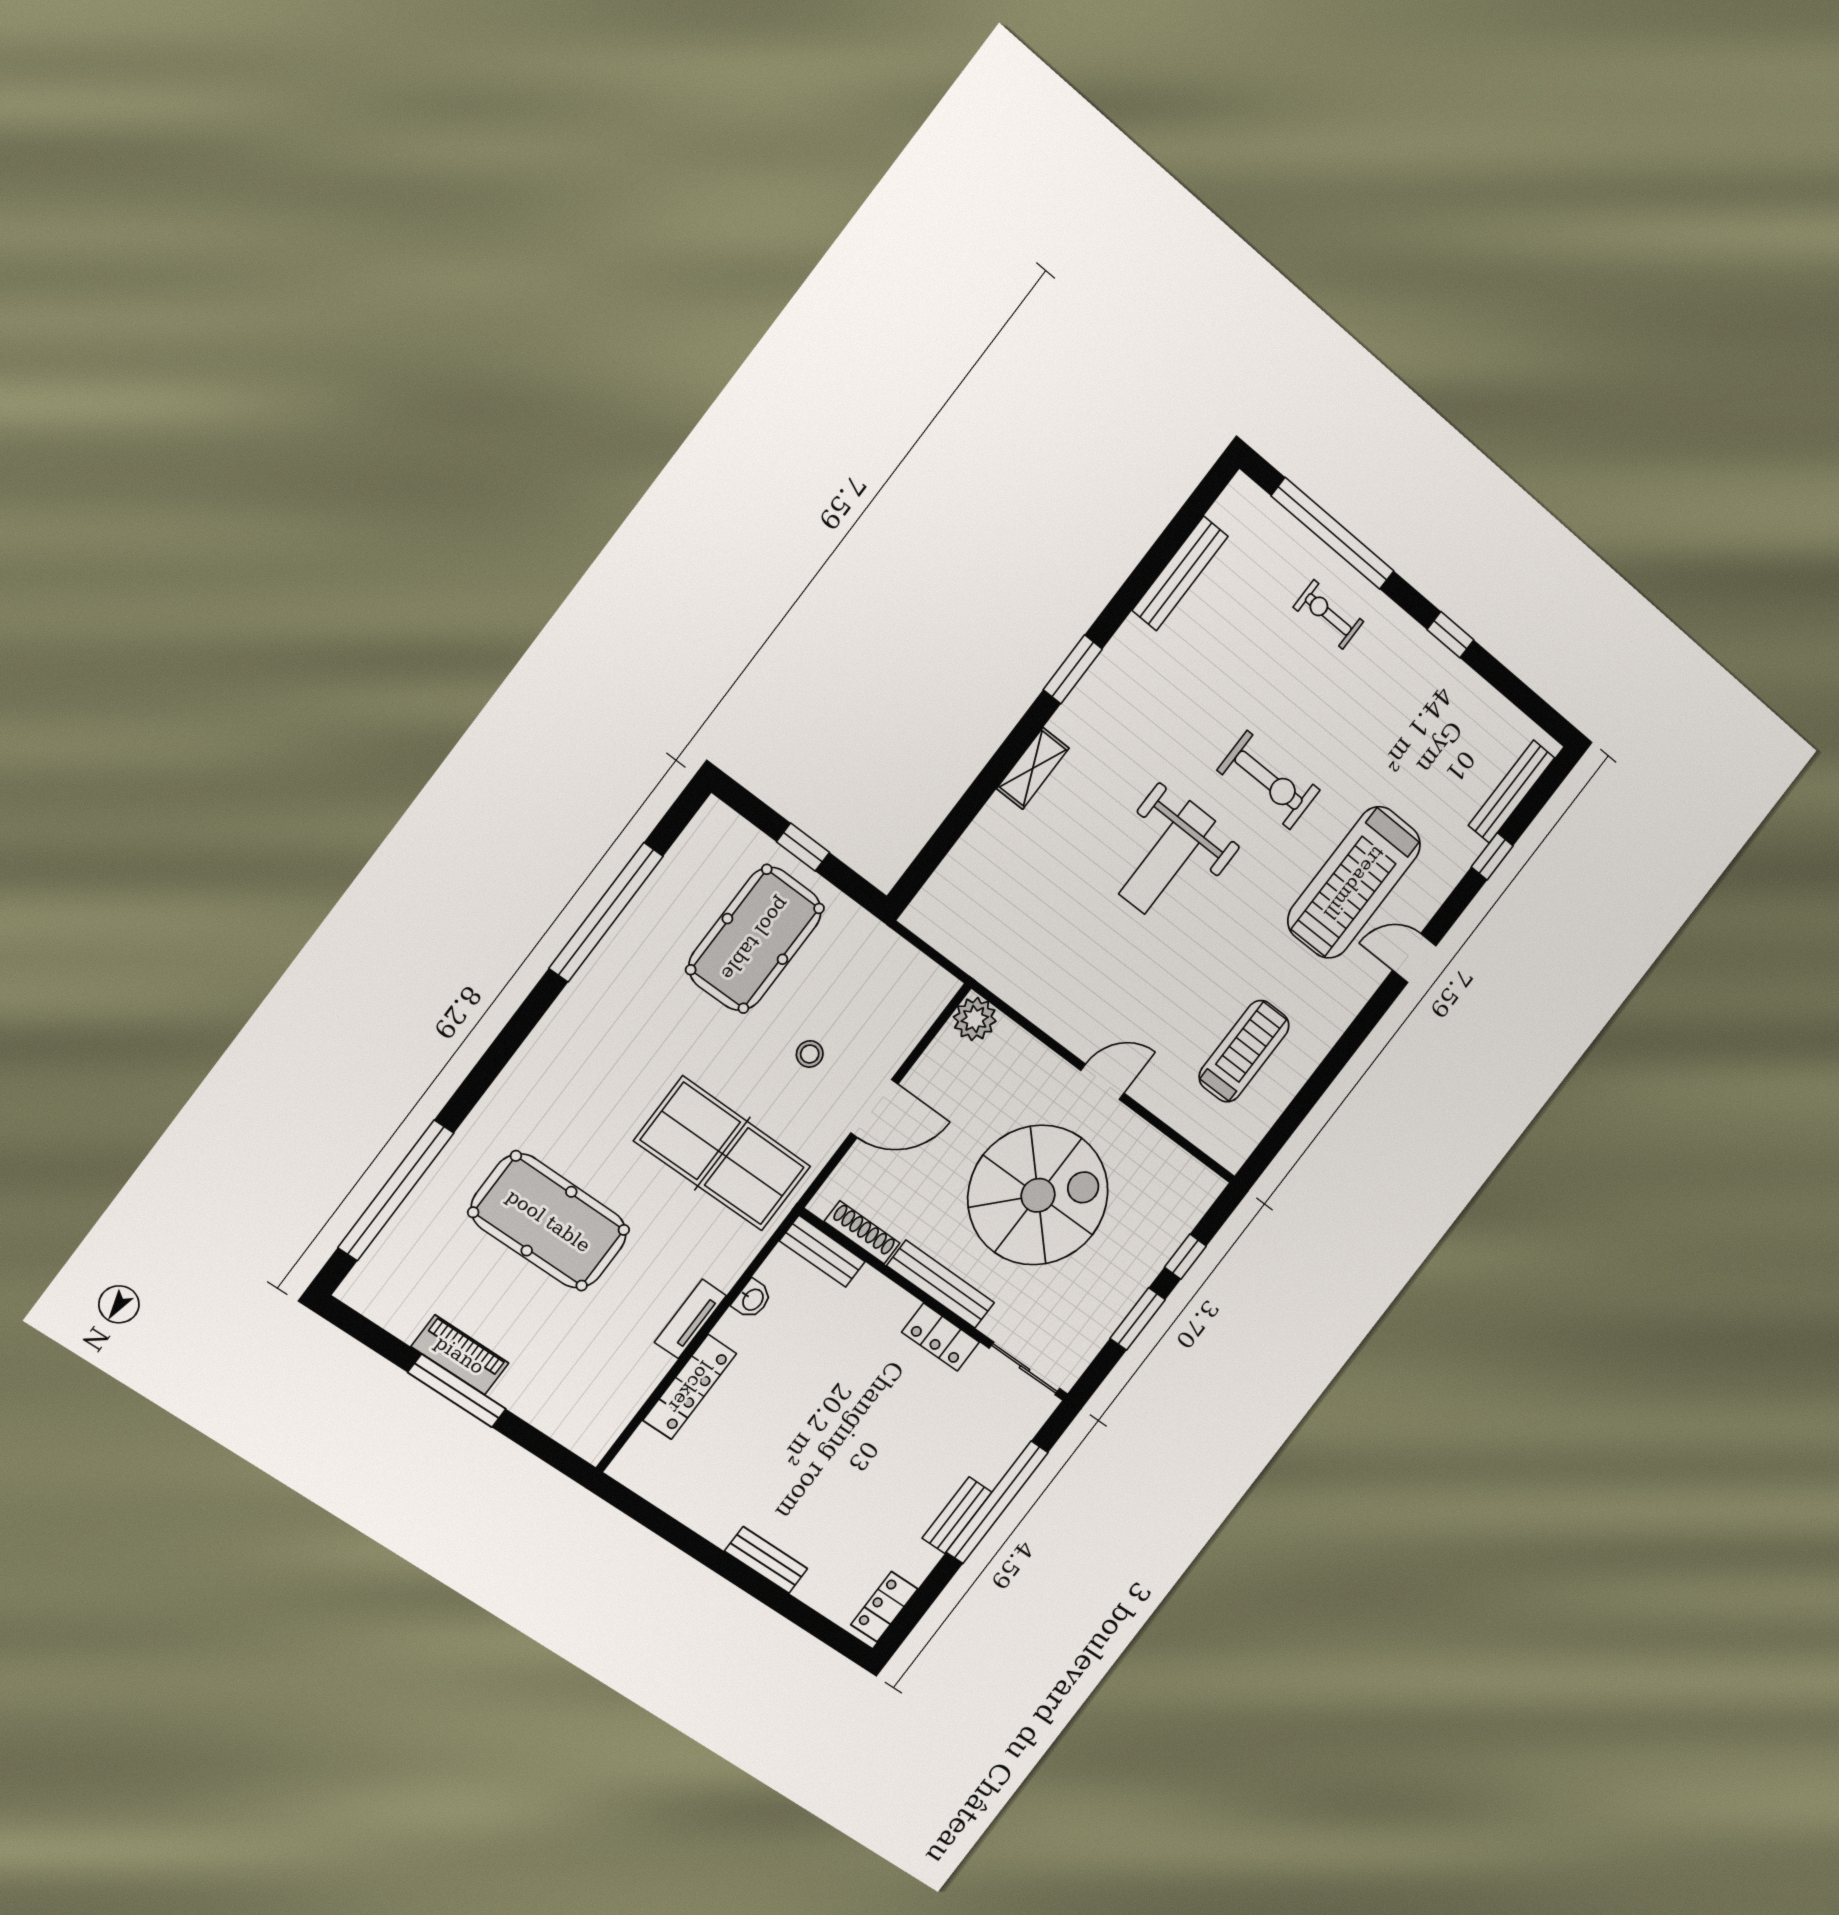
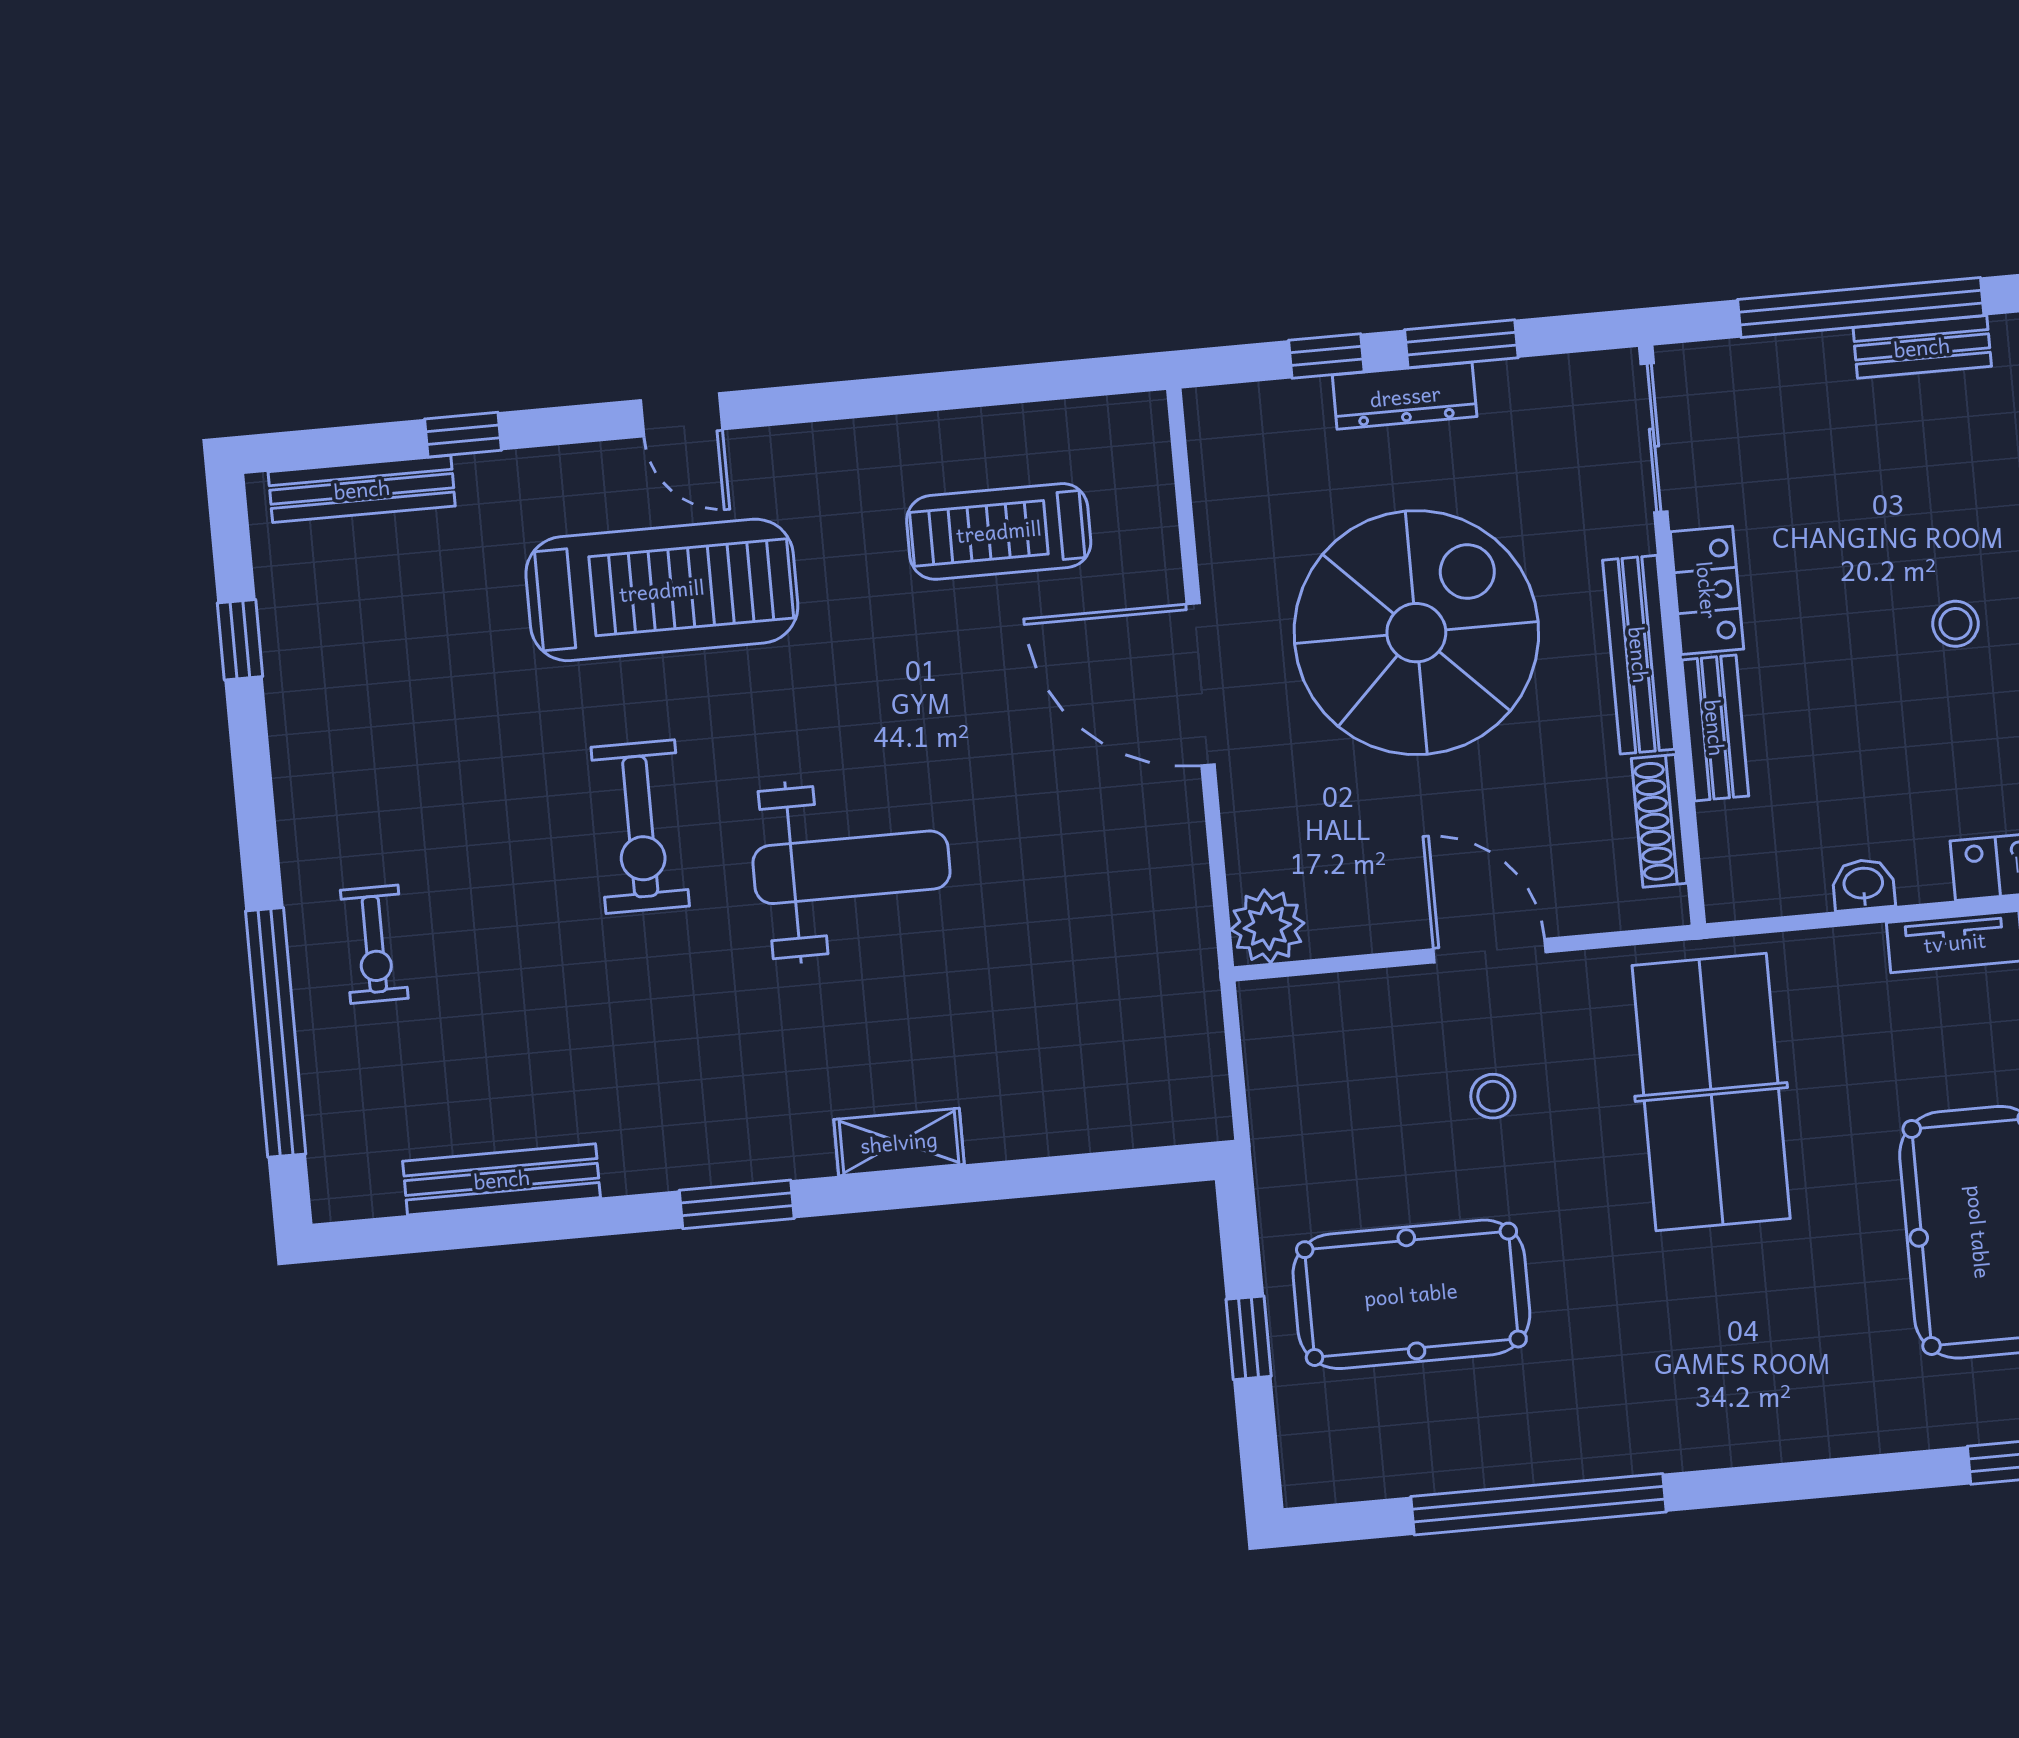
window: (1450, 635) -> (240, 640), moved
exercise bike: (1269, 780) -> (640, 827), turned 180
door: (1102, 1082) -> (1201, 684), width x1.87
spiral stairs: (1038, 1195) -> (1416, 633), turned 90
bench: (822, 1251) -> (1715, 728), moved
dresser: (1139, 1276) -> (1405, 396), added
stool: (828, 1434) -> (1955, 624), added

